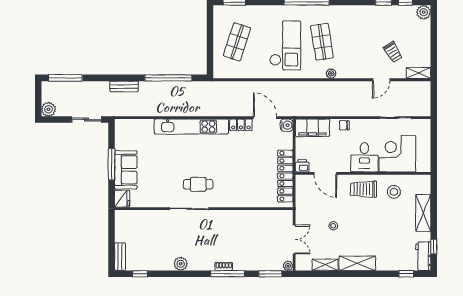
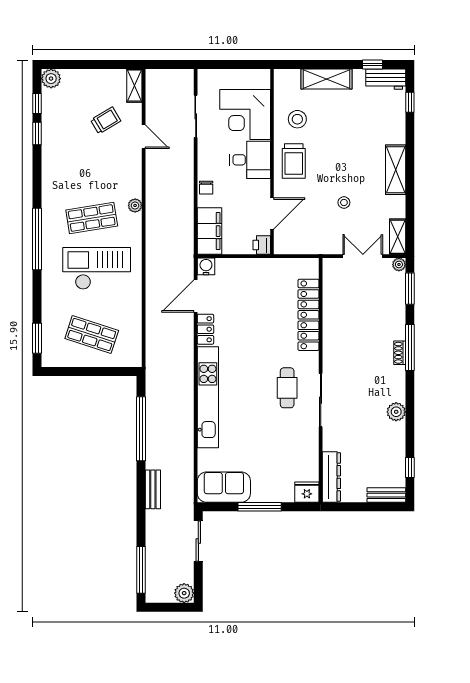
sofa: (126, 170) -> (224, 487), moved
locker: (285, 176) -> (308, 315), moved, turned 90
dresser: (133, 217) -> (331, 477), added
shelving: (325, 265) -> (398, 237), moved

